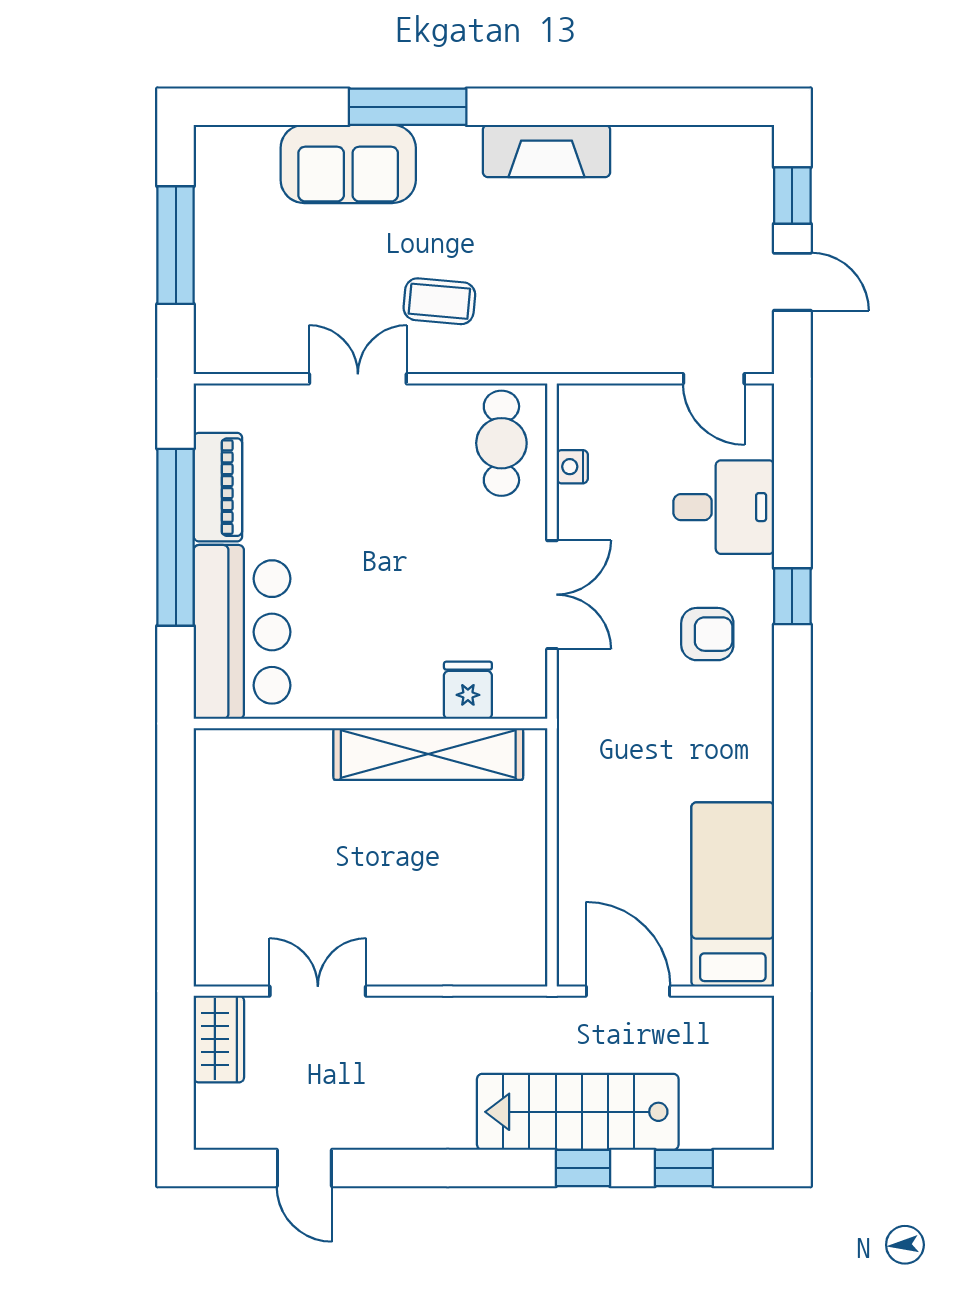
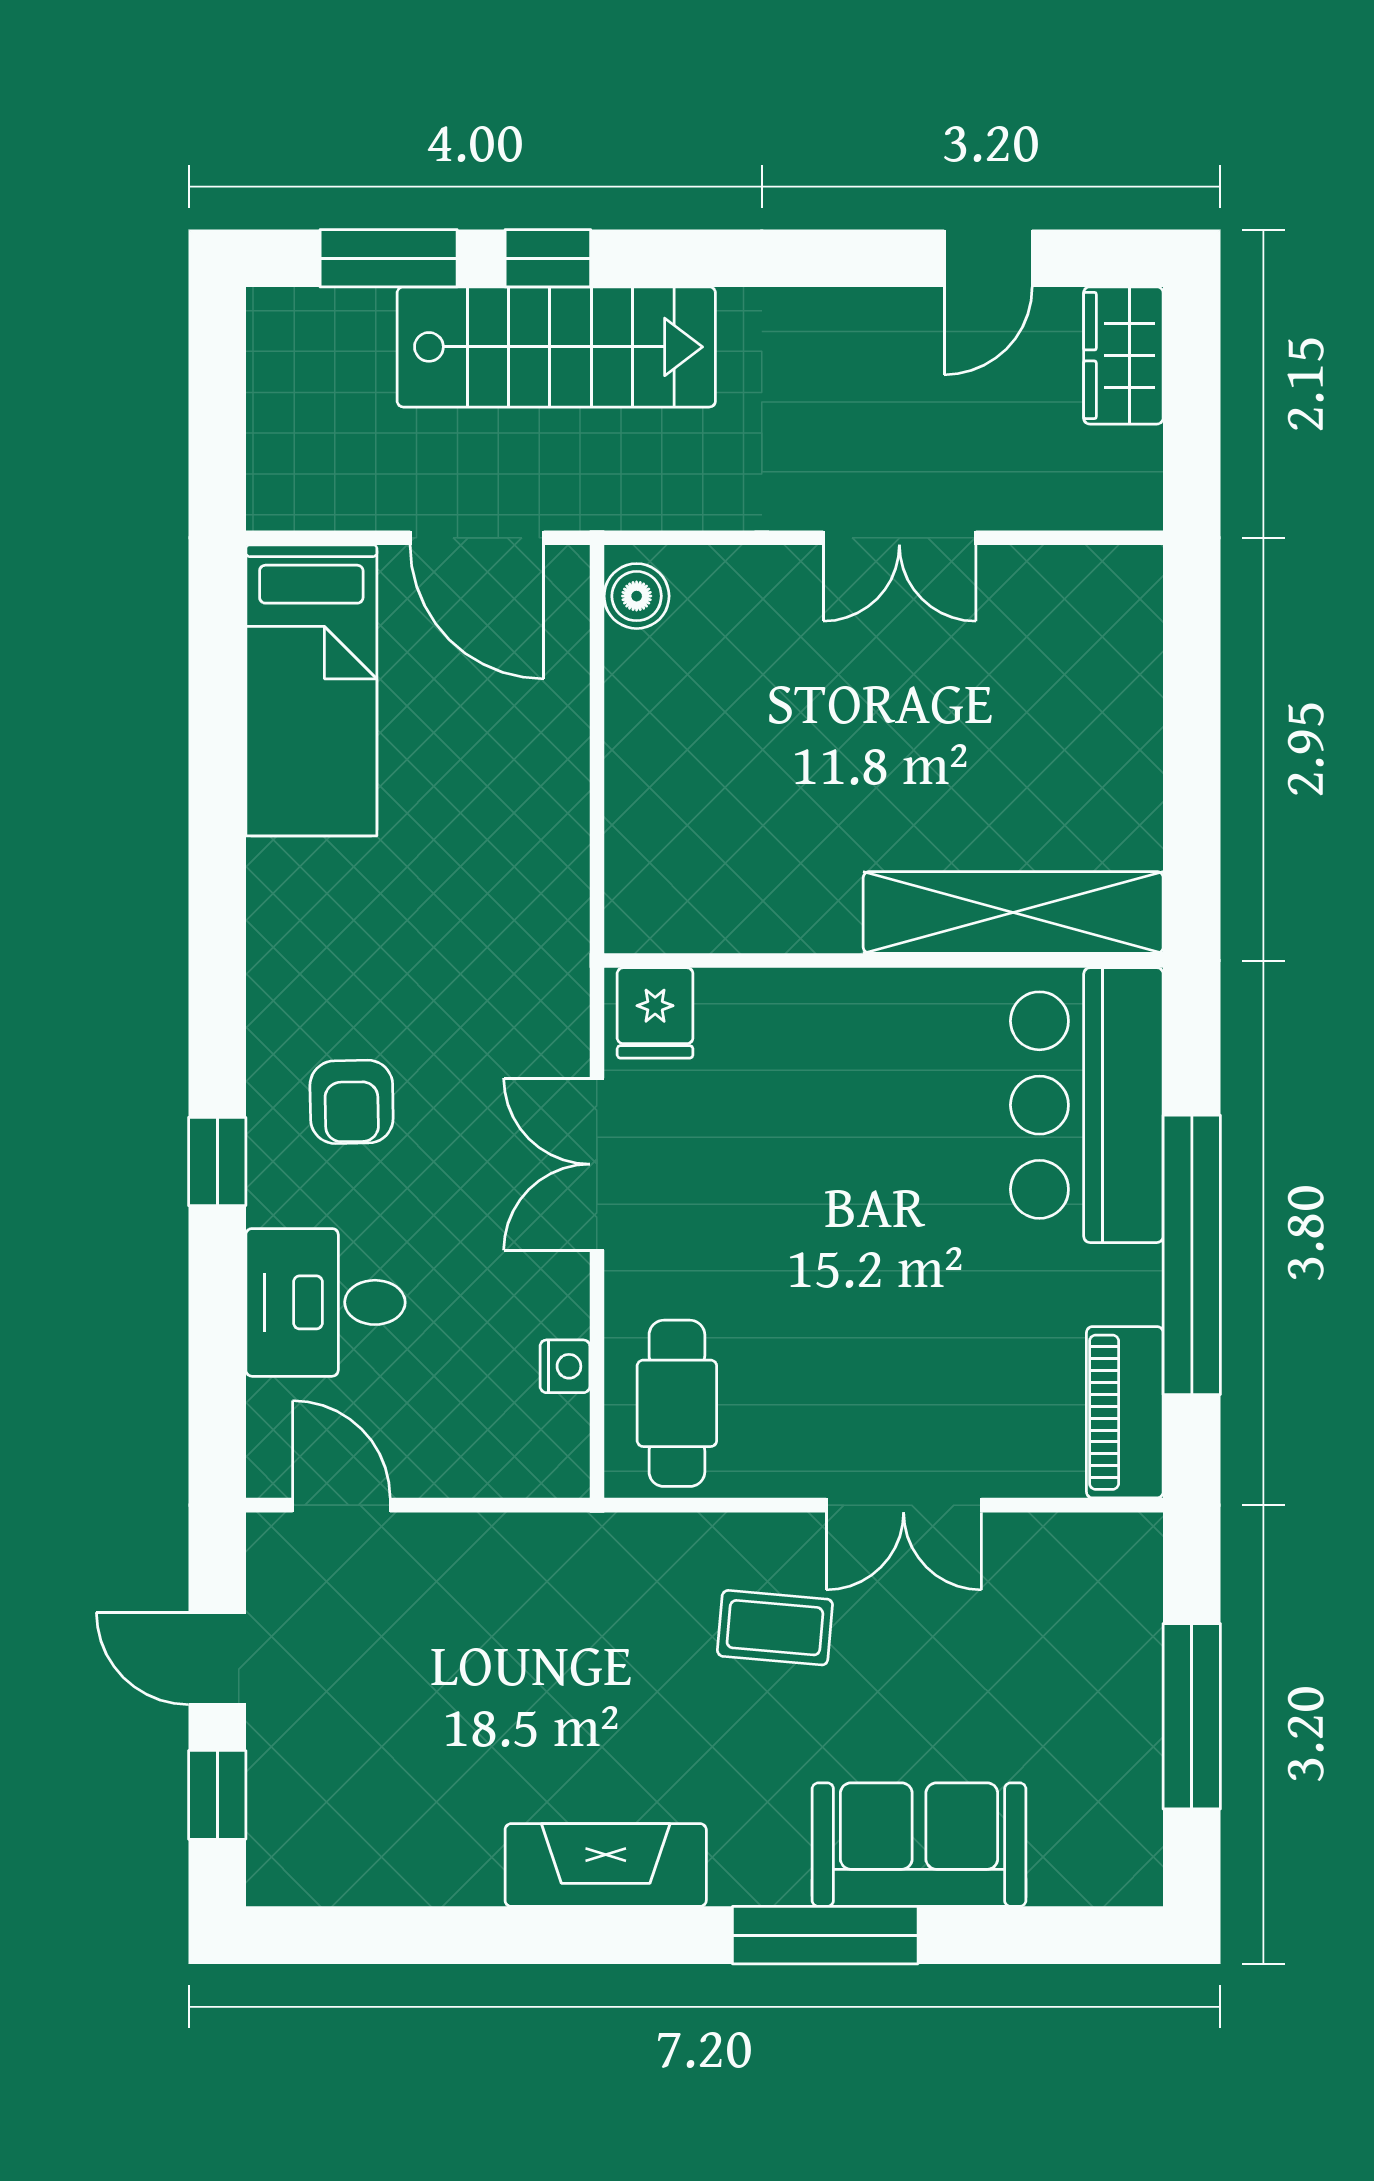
piano: (218, 487) -> (1125, 1412), moved
armchair: (707, 634) -> (352, 1102), turned -91
fridge: (468, 690) -> (655, 1013), moved
shelving: (428, 754) -> (1013, 912), moved
boiler: (527, 954) -> (637, 596), added
double door: (318, 991) -> (899, 538), moved
wardrobe: (219, 1039) -> (1123, 355), moved
door: (304, 1168) -> (988, 258), swing flipped
window: (684, 1168) -> (389, 258), width x1.50

